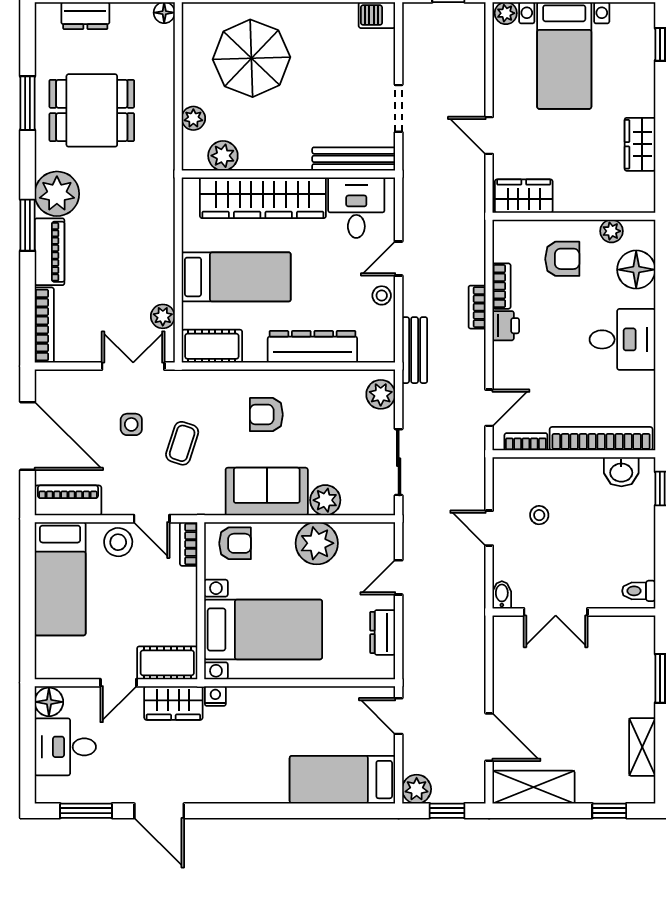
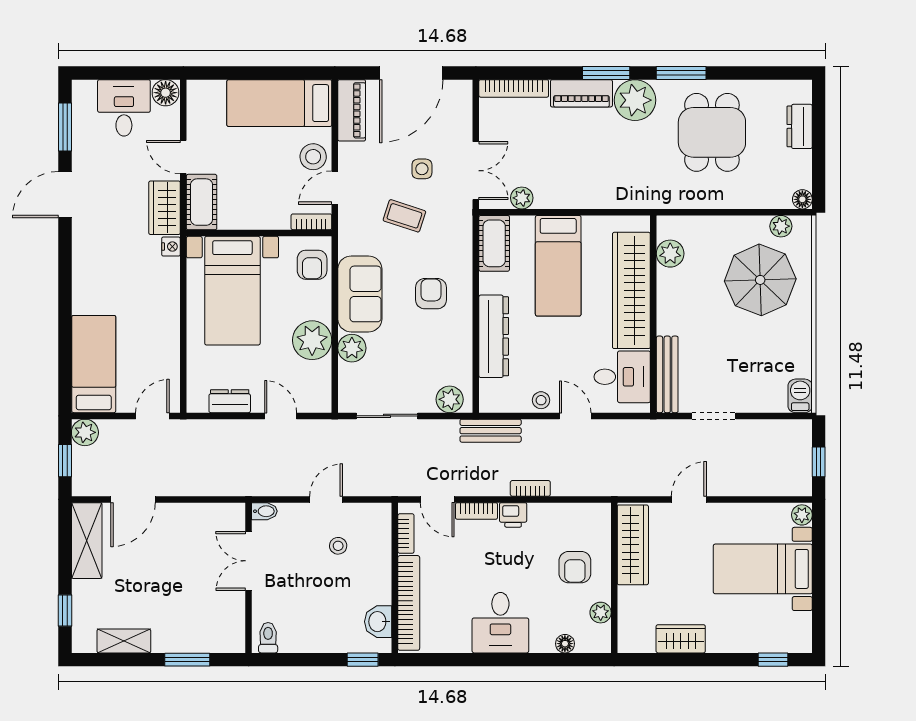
window: (28, 103) -> (681, 73), moved
plant: (193, 118) -> (781, 226), moved
wardrobe: (524, 196) -> (633, 545), width x1.50
floor lamp: (636, 270) -> (565, 644), width x0.53, depth x0.53
bookcase: (502, 286) -> (476, 511), moved

